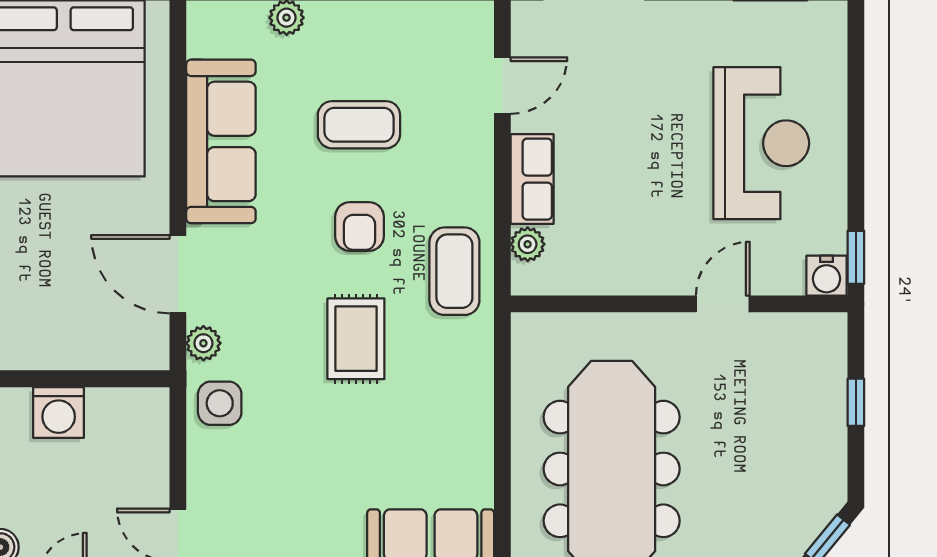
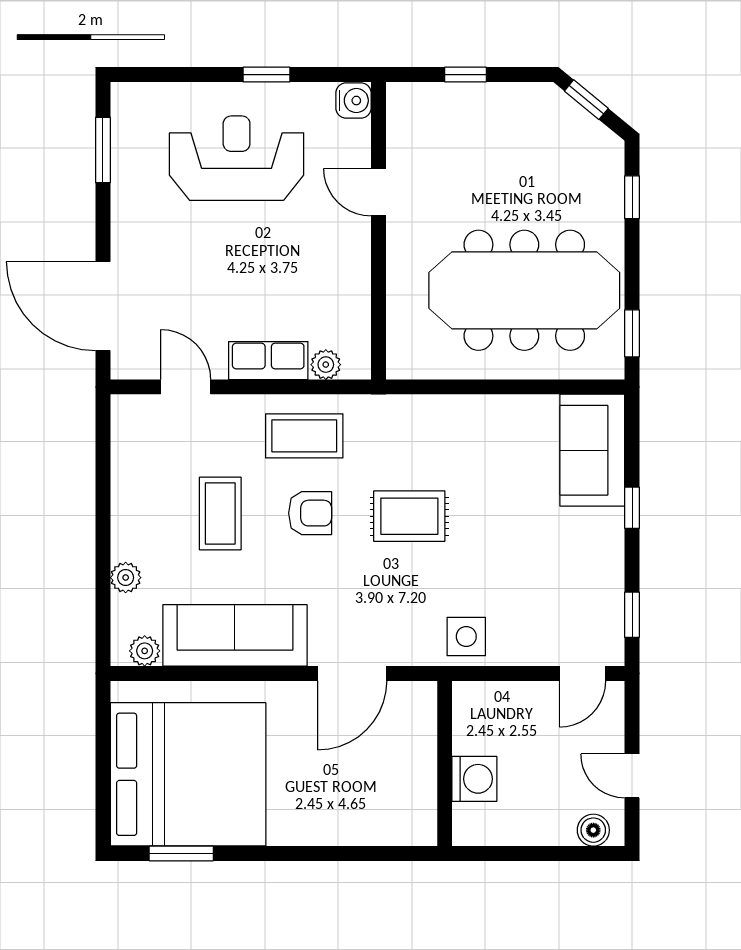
window: (856, 257) -> (266, 75), moved
coffee table: (454, 271) -> (304, 436), moved
plant: (203, 343) -> (145, 651), moved

